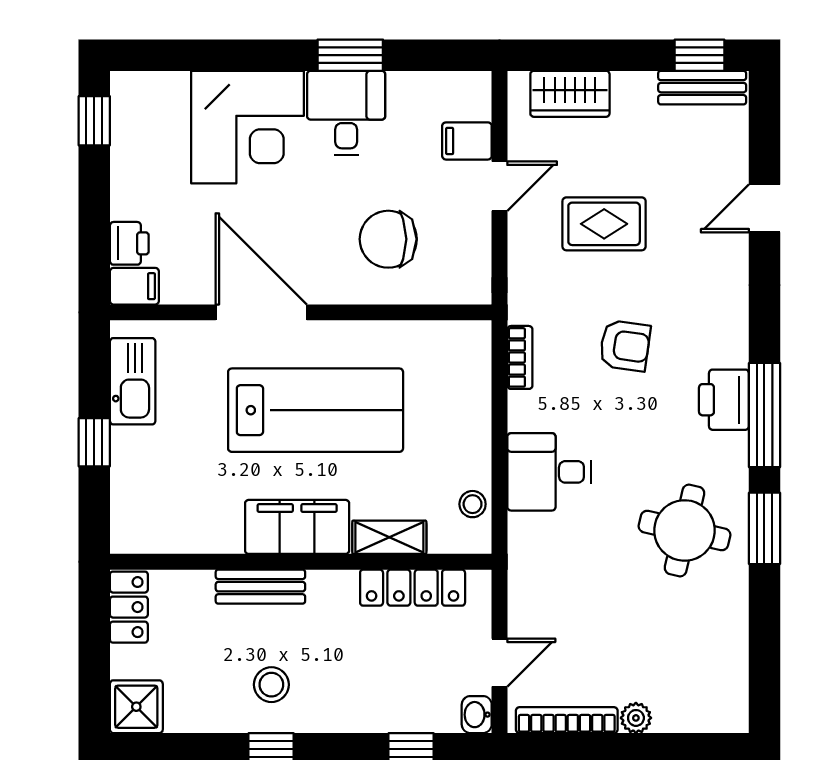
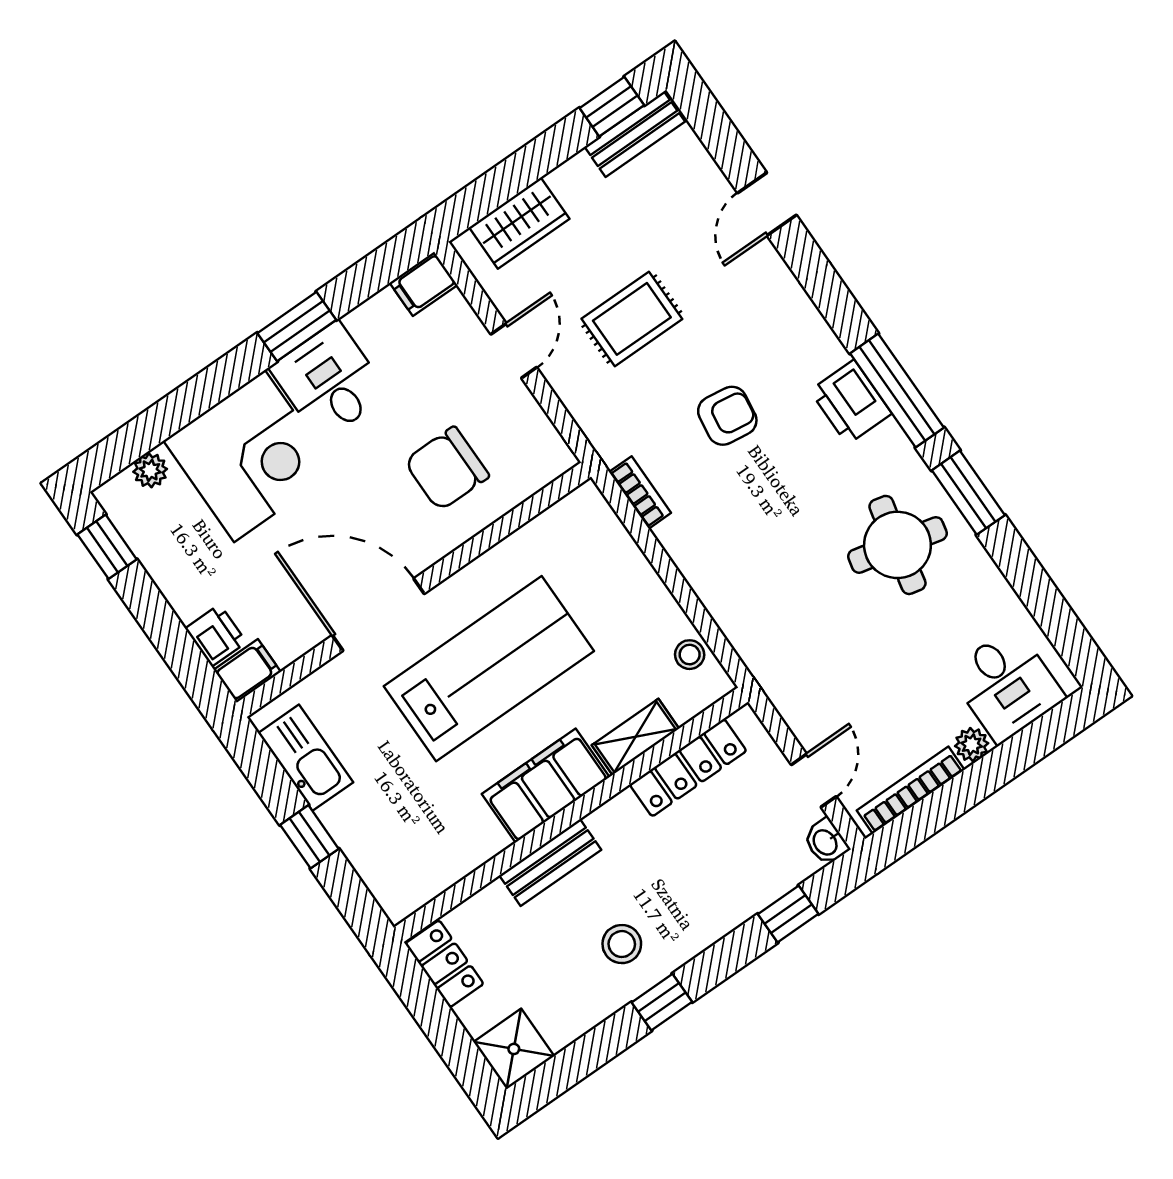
plant: (166, 86) -> (150, 470), added
filing cabinet: (467, 141) -> (424, 284), moved
desk: (549, 472) -> (1006, 685), moved, turned -90

